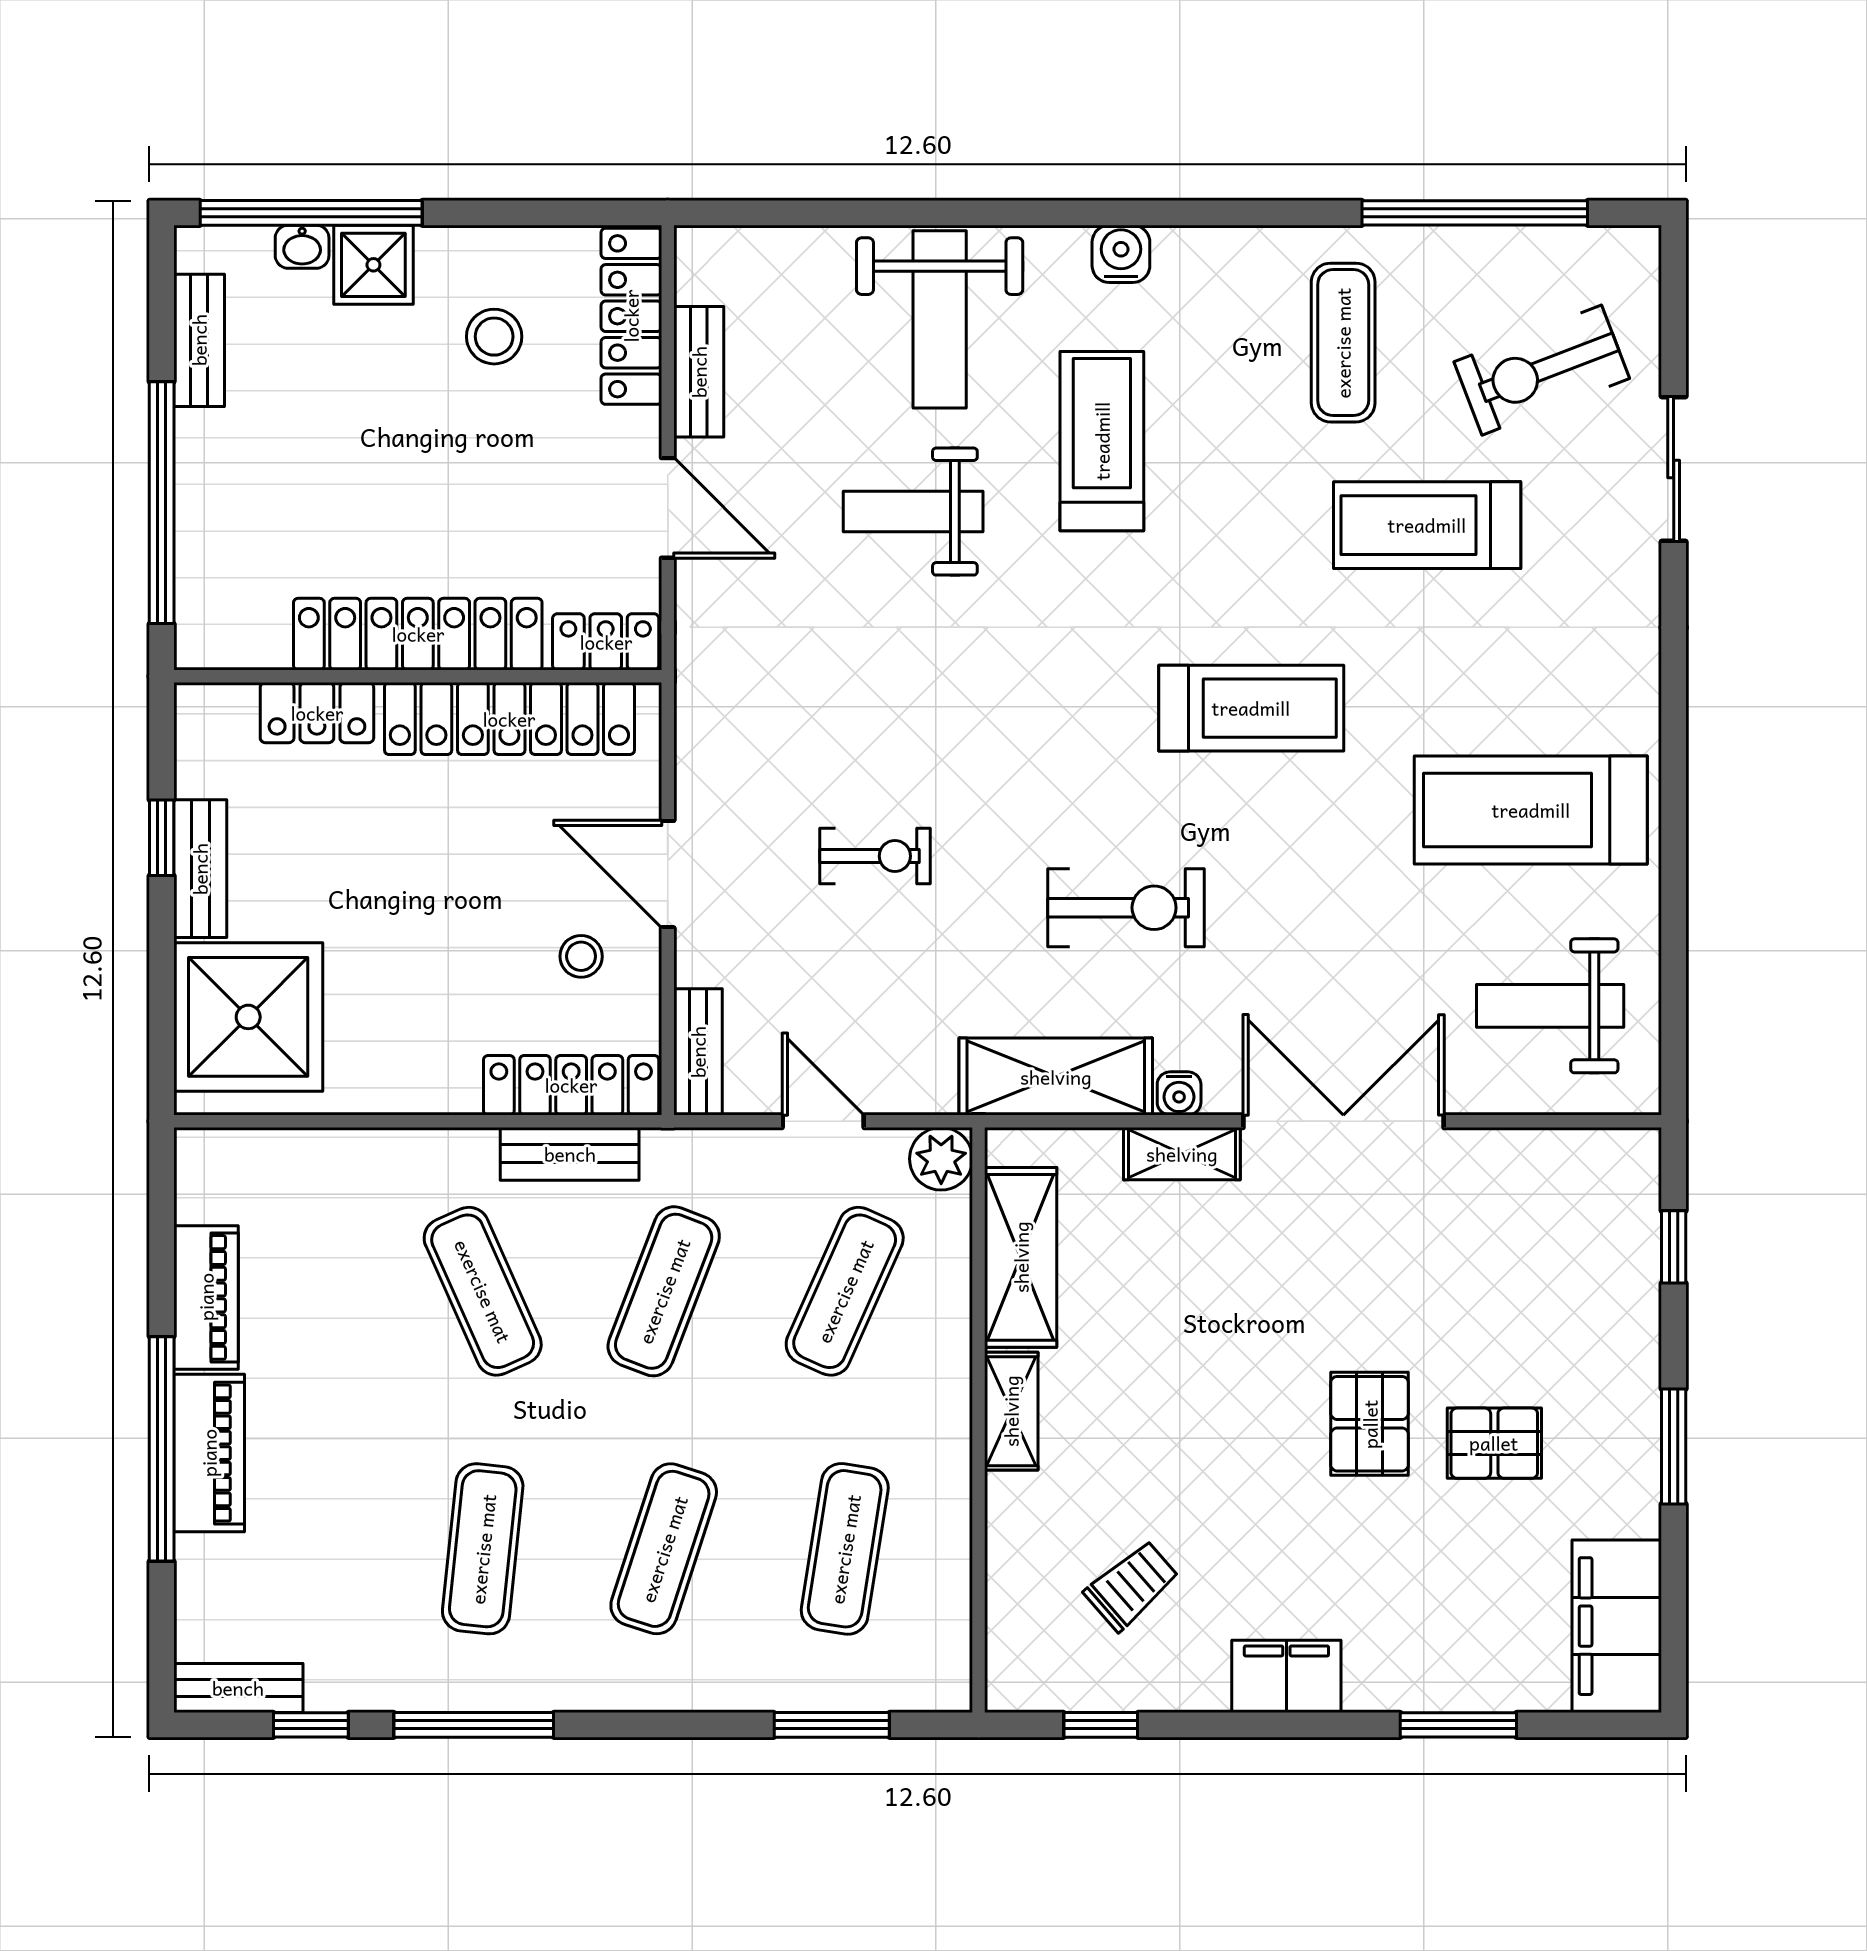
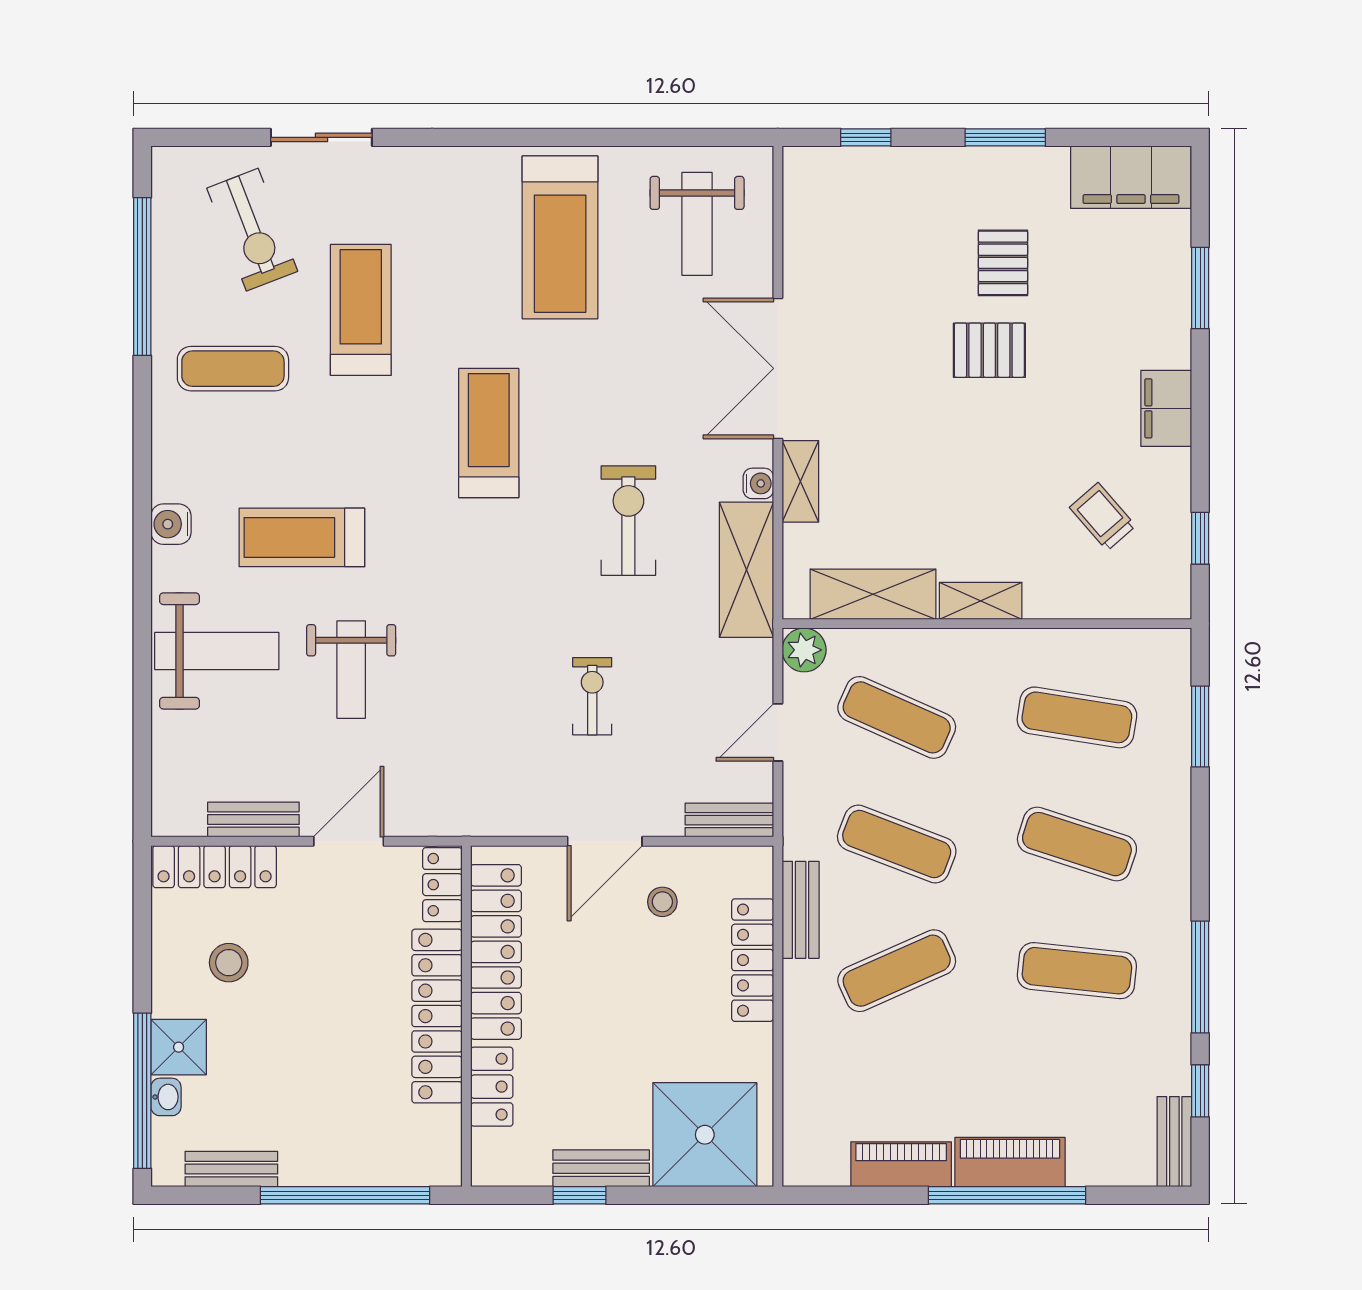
treadmill: (1427, 525) -> (361, 310), turned 180
locker: (571, 1085) -> (753, 960), moved

